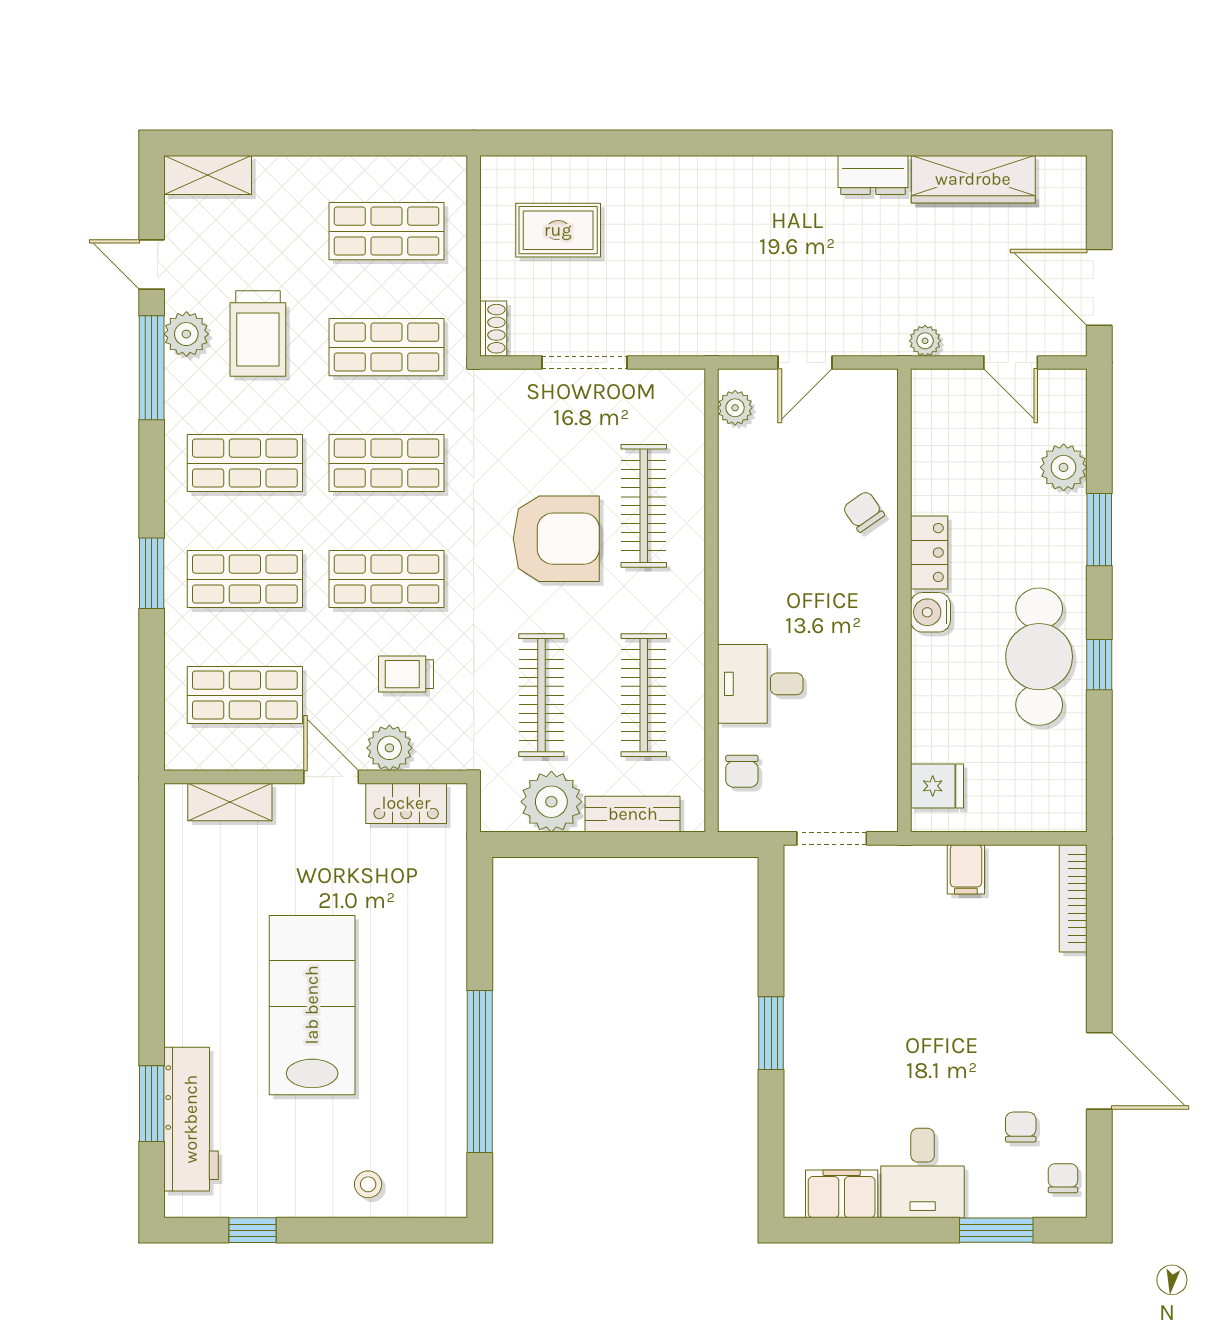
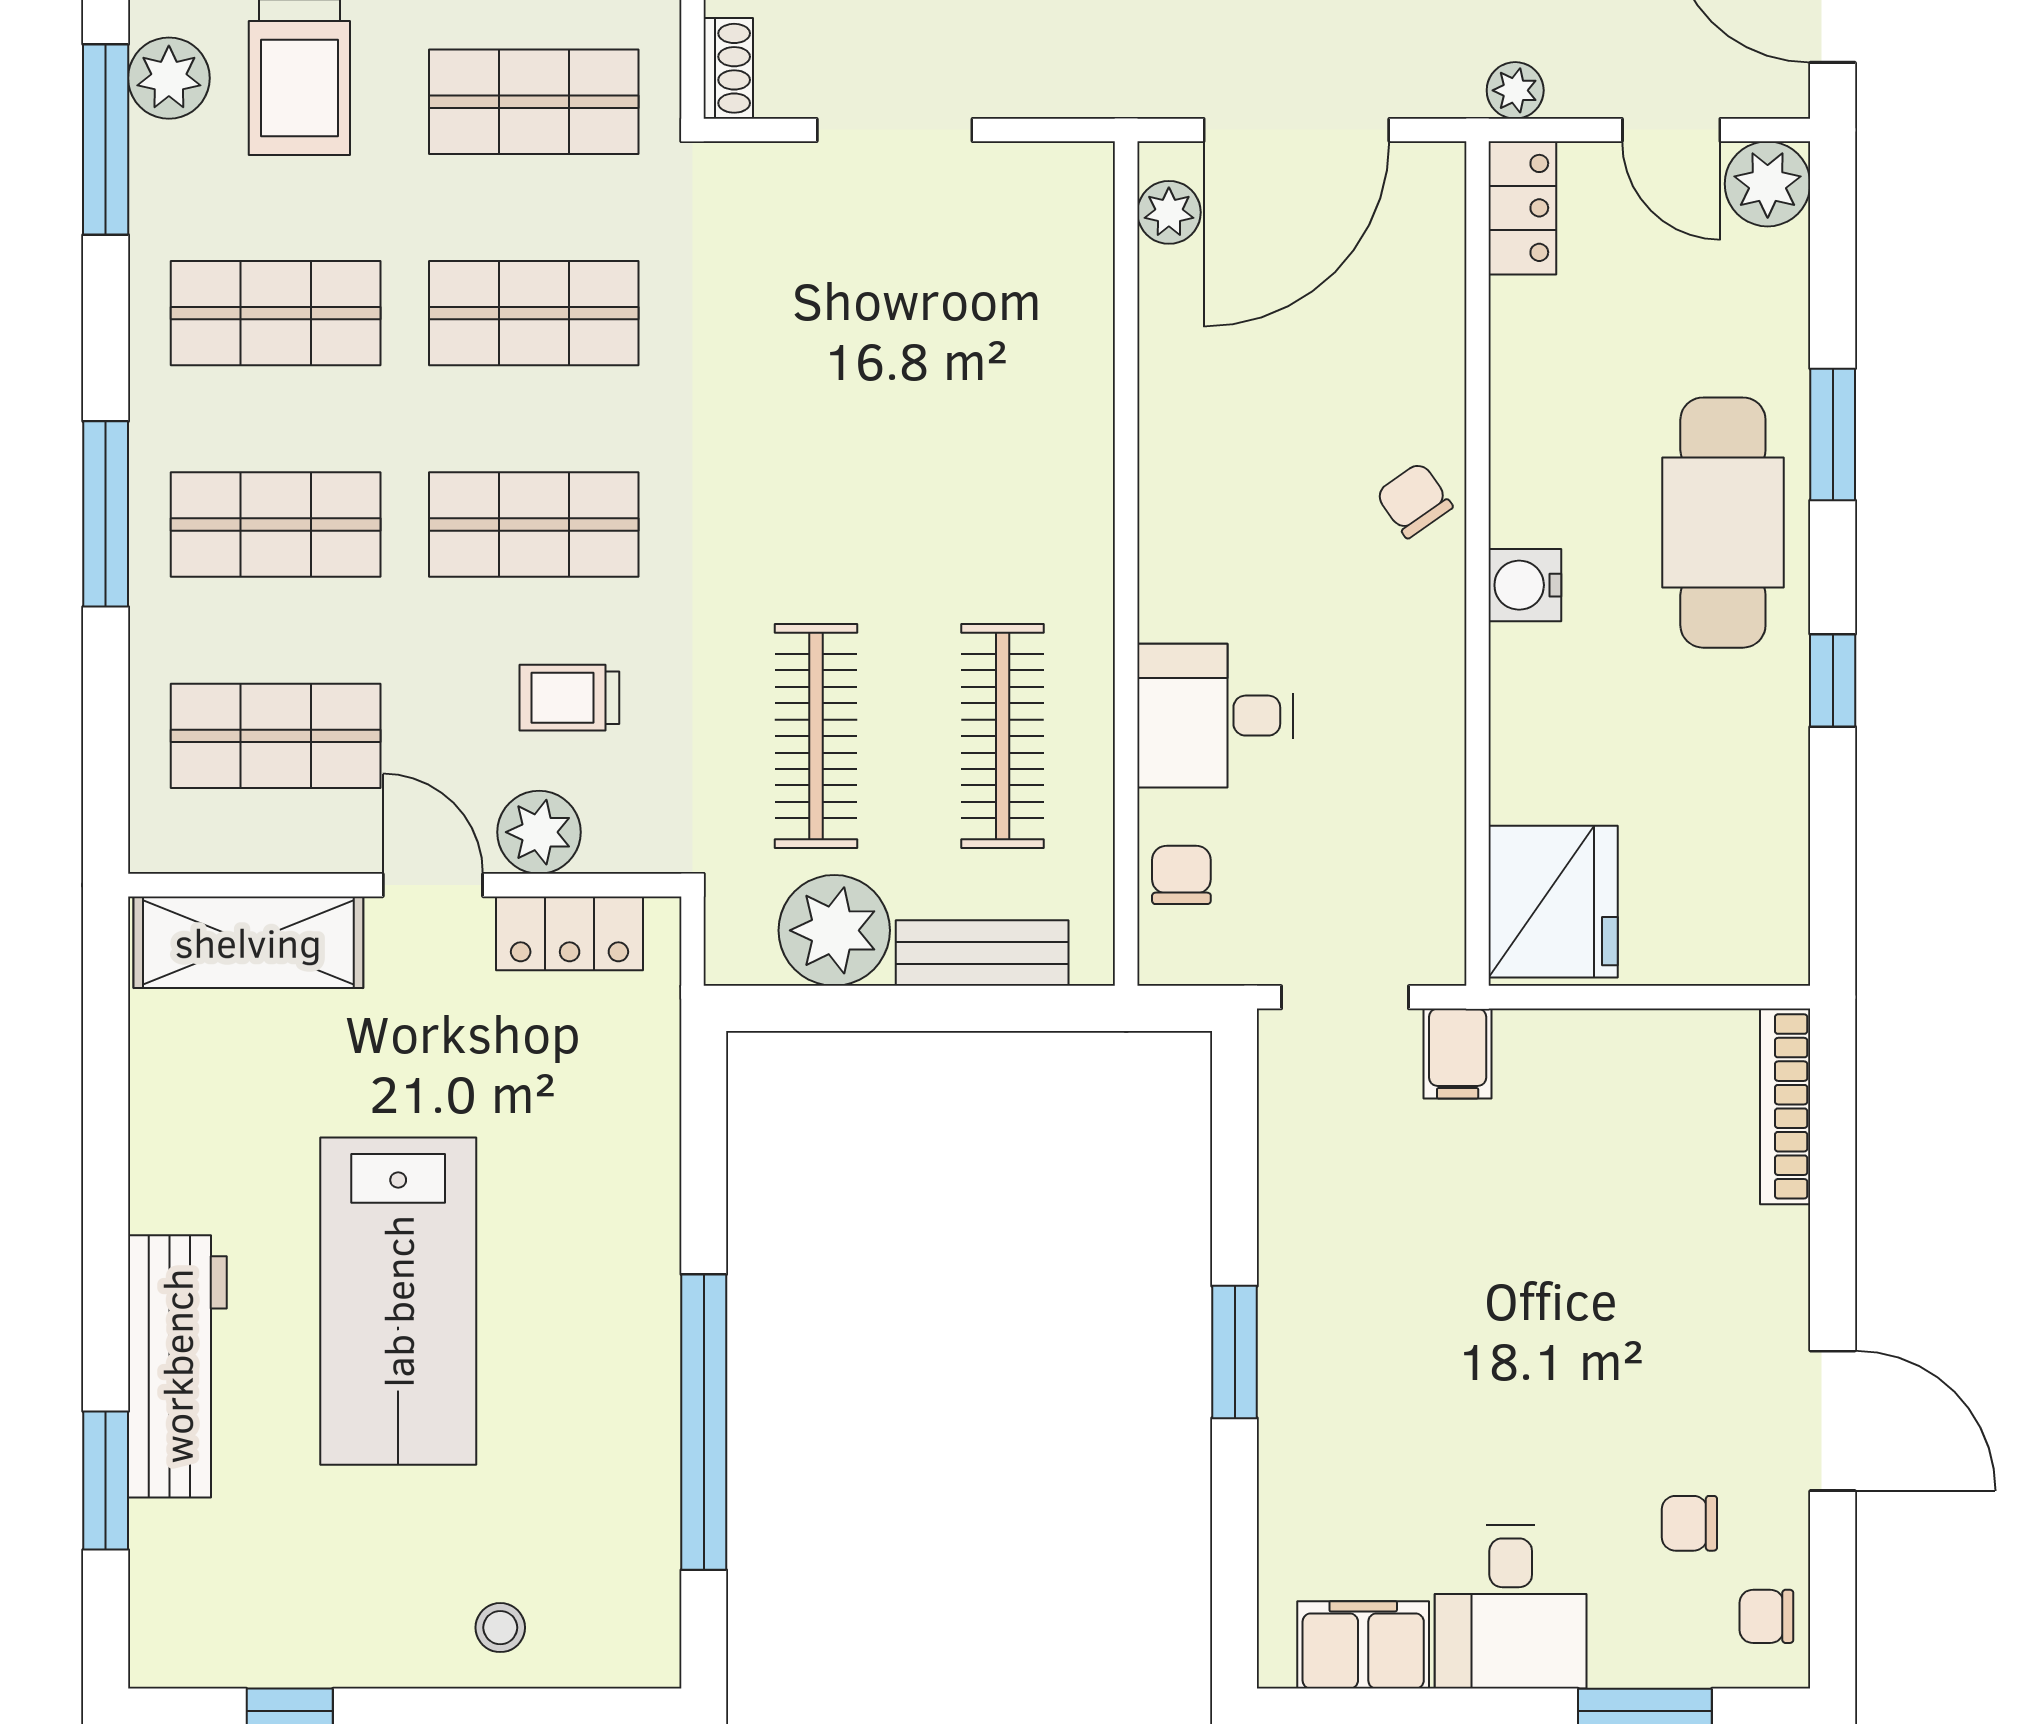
door: (805, 363) -> (1296, 130), width x1.87
plant: (1064, 467) -> (1768, 184), moved
clothes rail: (644, 506) -> (1003, 391), removed
chair: (864, 511) -> (1414, 500), moved
armchair: (556, 539) -> (843, 451), removed
locker: (929, 553) -> (1522, 208), moved
window: (152, 573) -> (106, 514), width x1.44
cafe table: (1039, 657) -> (1723, 523), moved
chair: (742, 771) -> (1181, 875), turned 180
fridge: (937, 786) -> (1553, 902), width x1.88, depth x1.34
shelving: (230, 802) -> (248, 942), width x1.50, depth x1.33
filing cabinet: (966, 869) -> (1458, 1054), moved
lab bench: (312, 1005) -> (398, 1301), turned 180
workbench: (191, 1119) -> (177, 1366), moved
chair: (1021, 1127) -> (1689, 1523), turned -90
chair: (1063, 1178) -> (1766, 1616), turned -90

